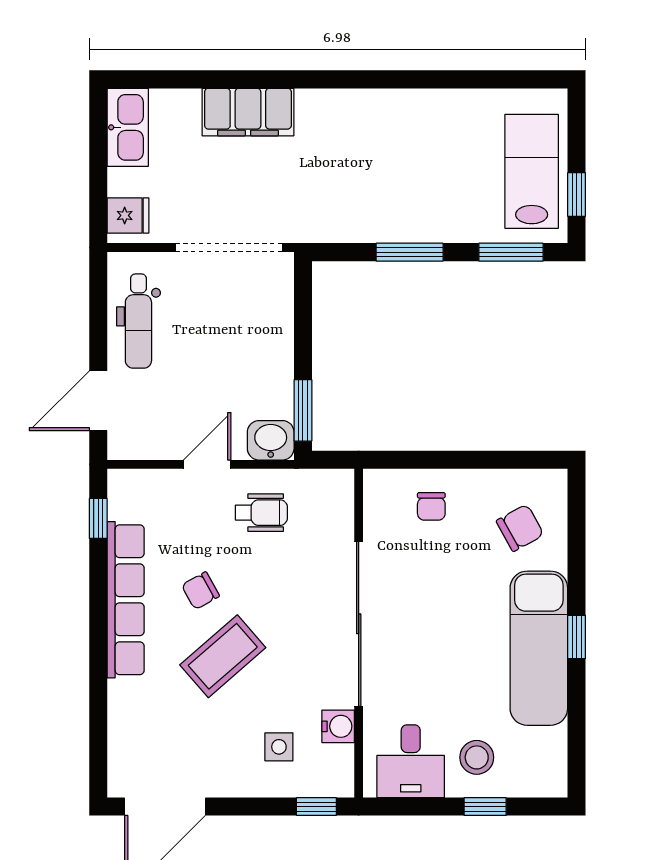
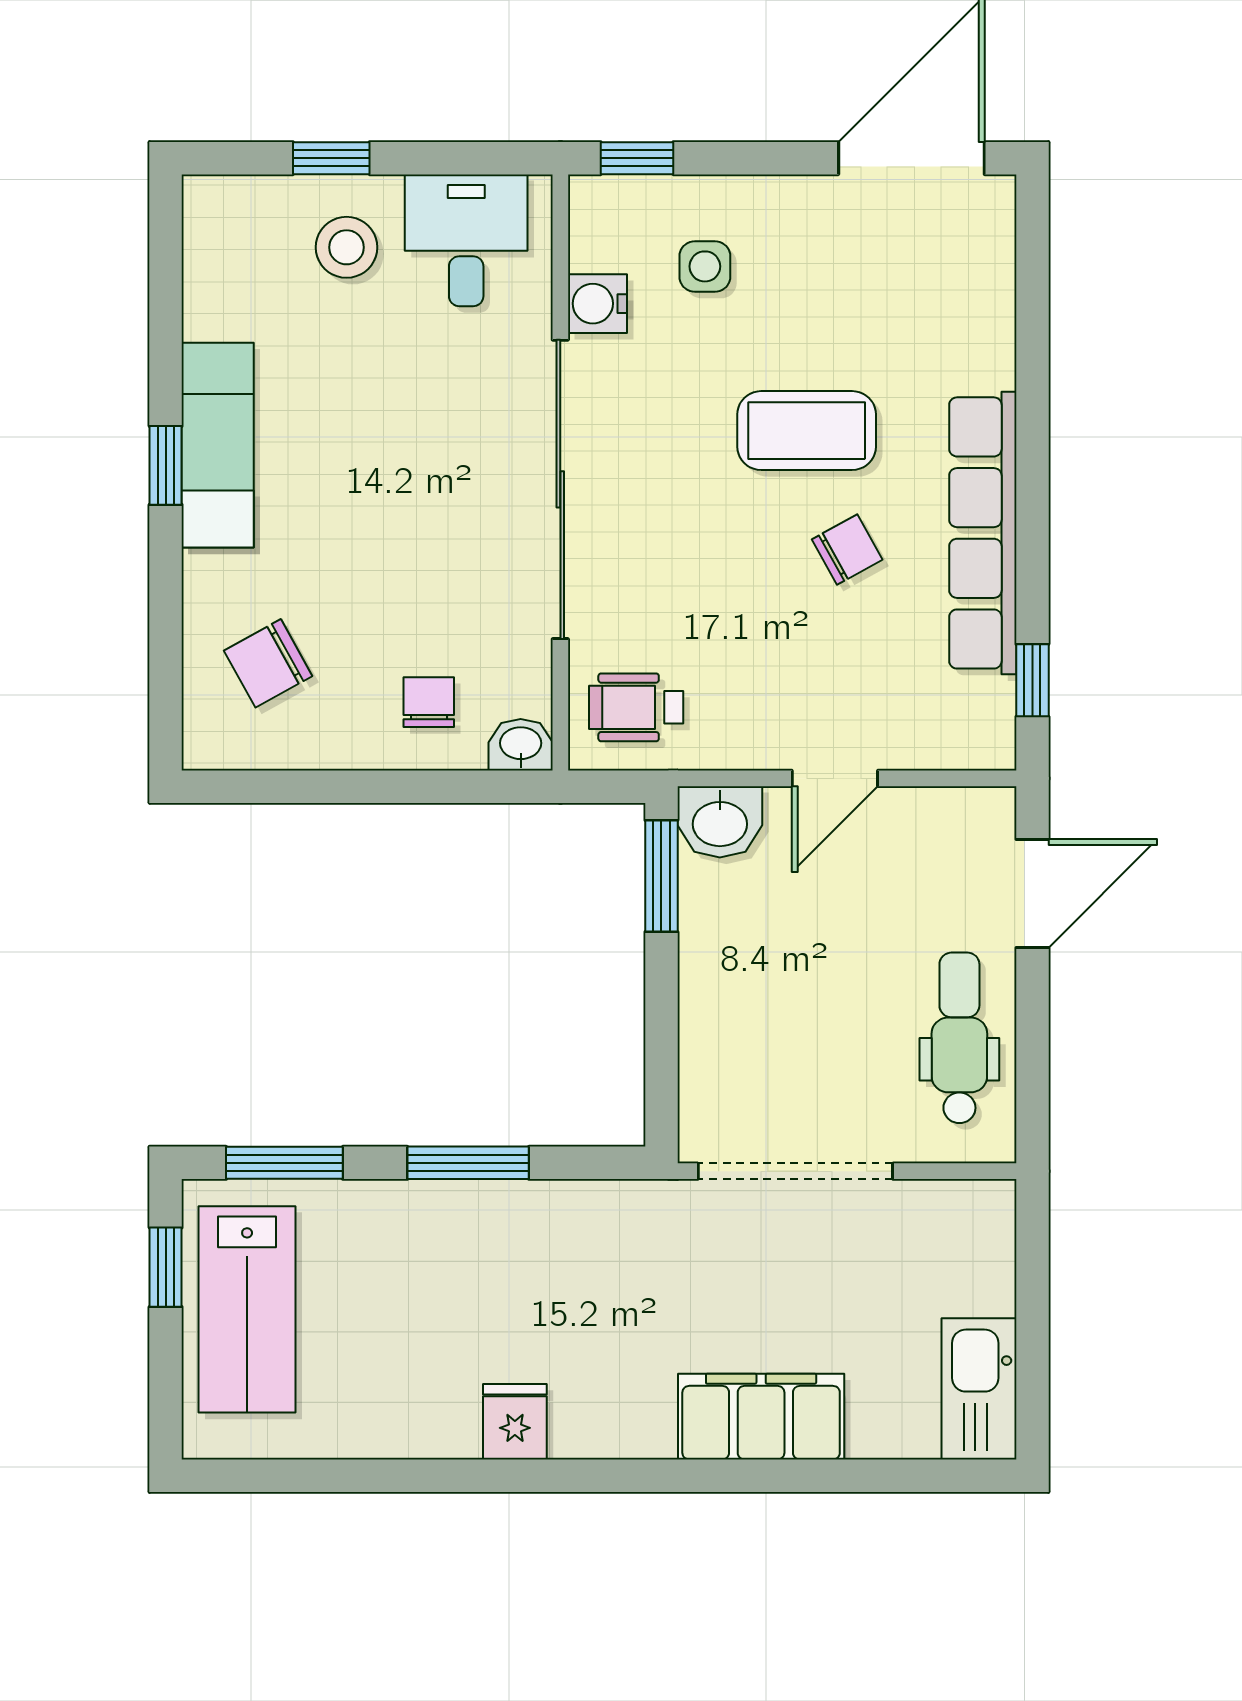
fridge: (128, 215) -> (515, 1422), moved, turned 90
washbasin: (381, 483) -> (521, 745), added
wheelchair: (261, 513) -> (636, 707), moved
exam couch: (539, 648) -> (218, 445), width x0.73, depth x0.69
coffee table: (223, 656) -> (807, 431), turned 41

